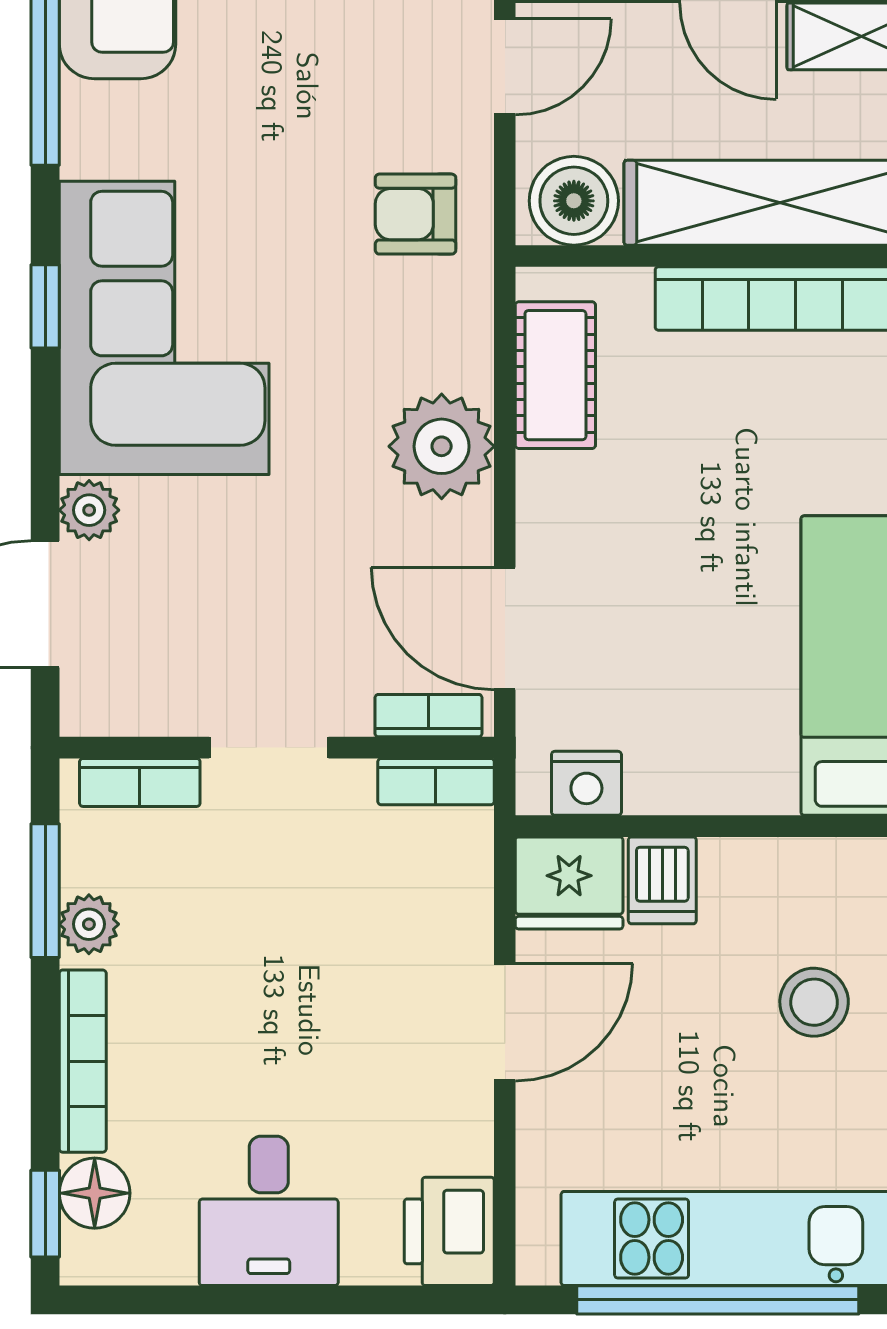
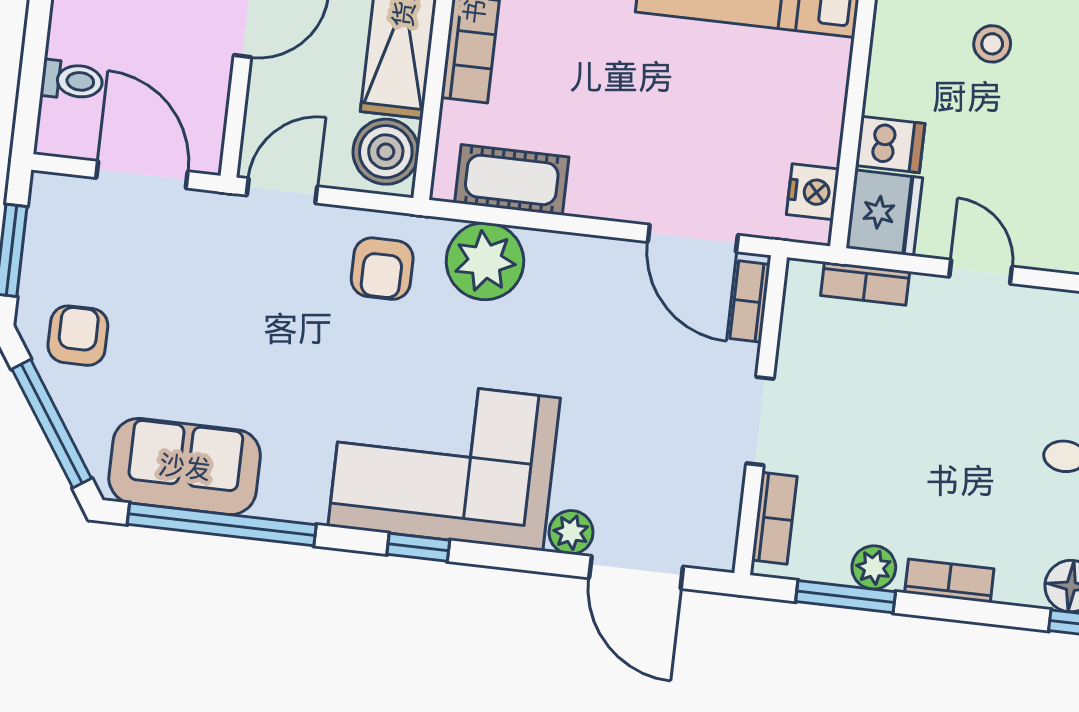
door: (505, 67) -> (282, 191), hinge flipped
plant: (442, 446) -> (485, 261), moved
door: (505, 629) -> (693, 238), hinge flipped
bookcase: (436, 782) -> (865, 283), moved, turned 90
stool: (814, 1002) -> (992, 44), width x0.73, depth x0.73
door: (505, 1022) -> (981, 272), width x0.73
bookcase: (83, 1061) -> (949, 581), width x0.64

